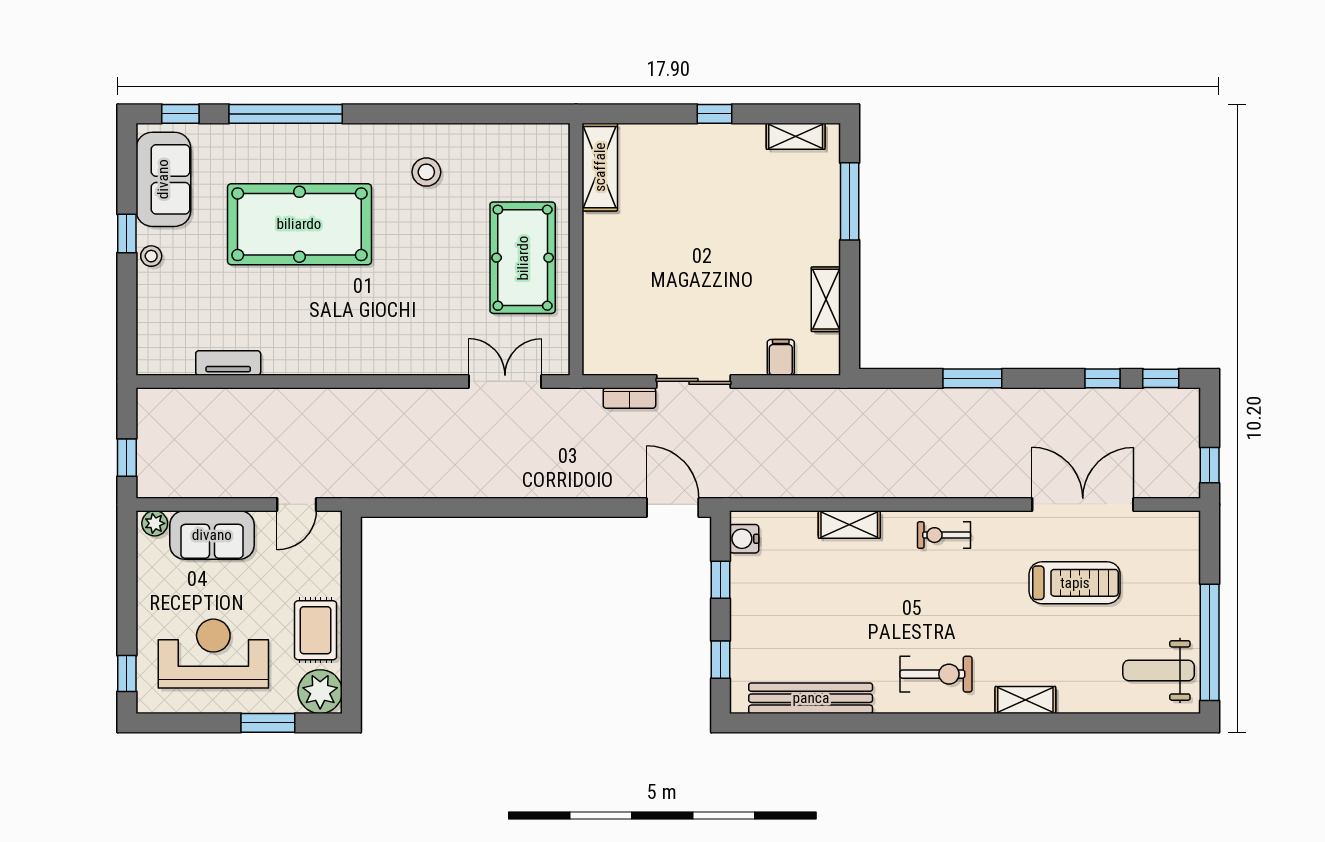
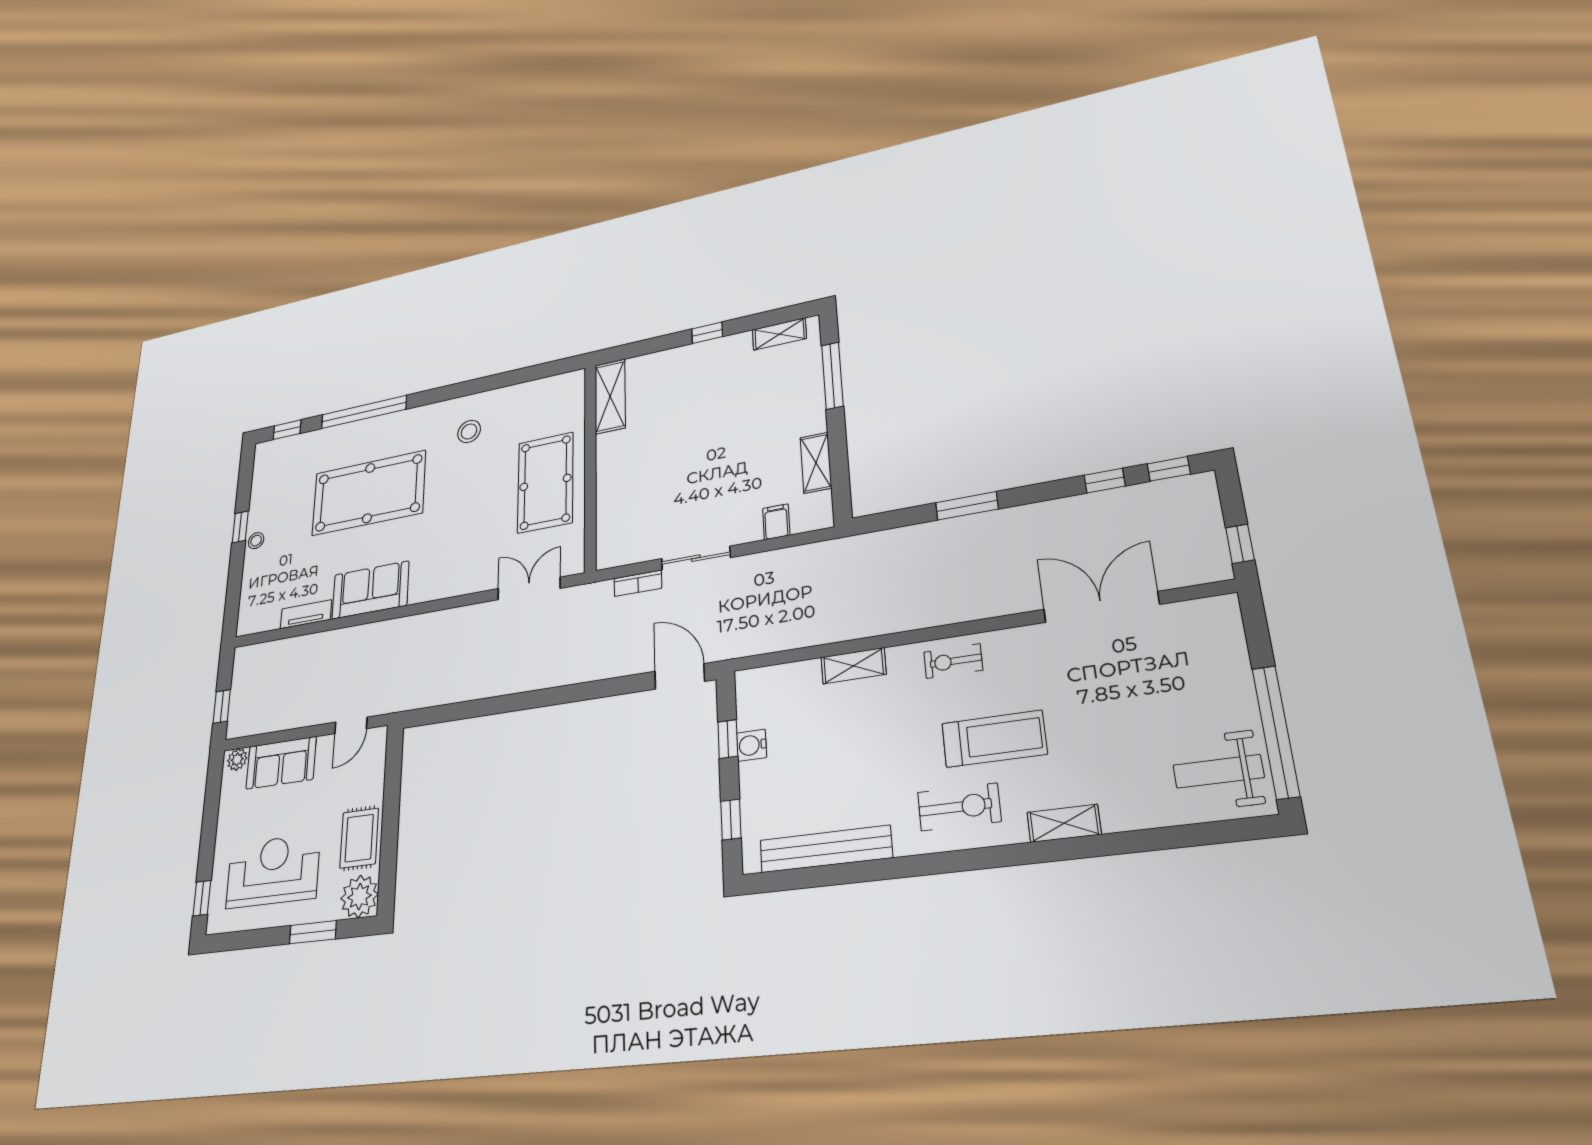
sofa: (163, 179) -> (370, 590), moved, turned -90
water cooler: (744, 539) -> (752, 745), moved
treadmill: (1075, 583) -> (994, 739), moved

